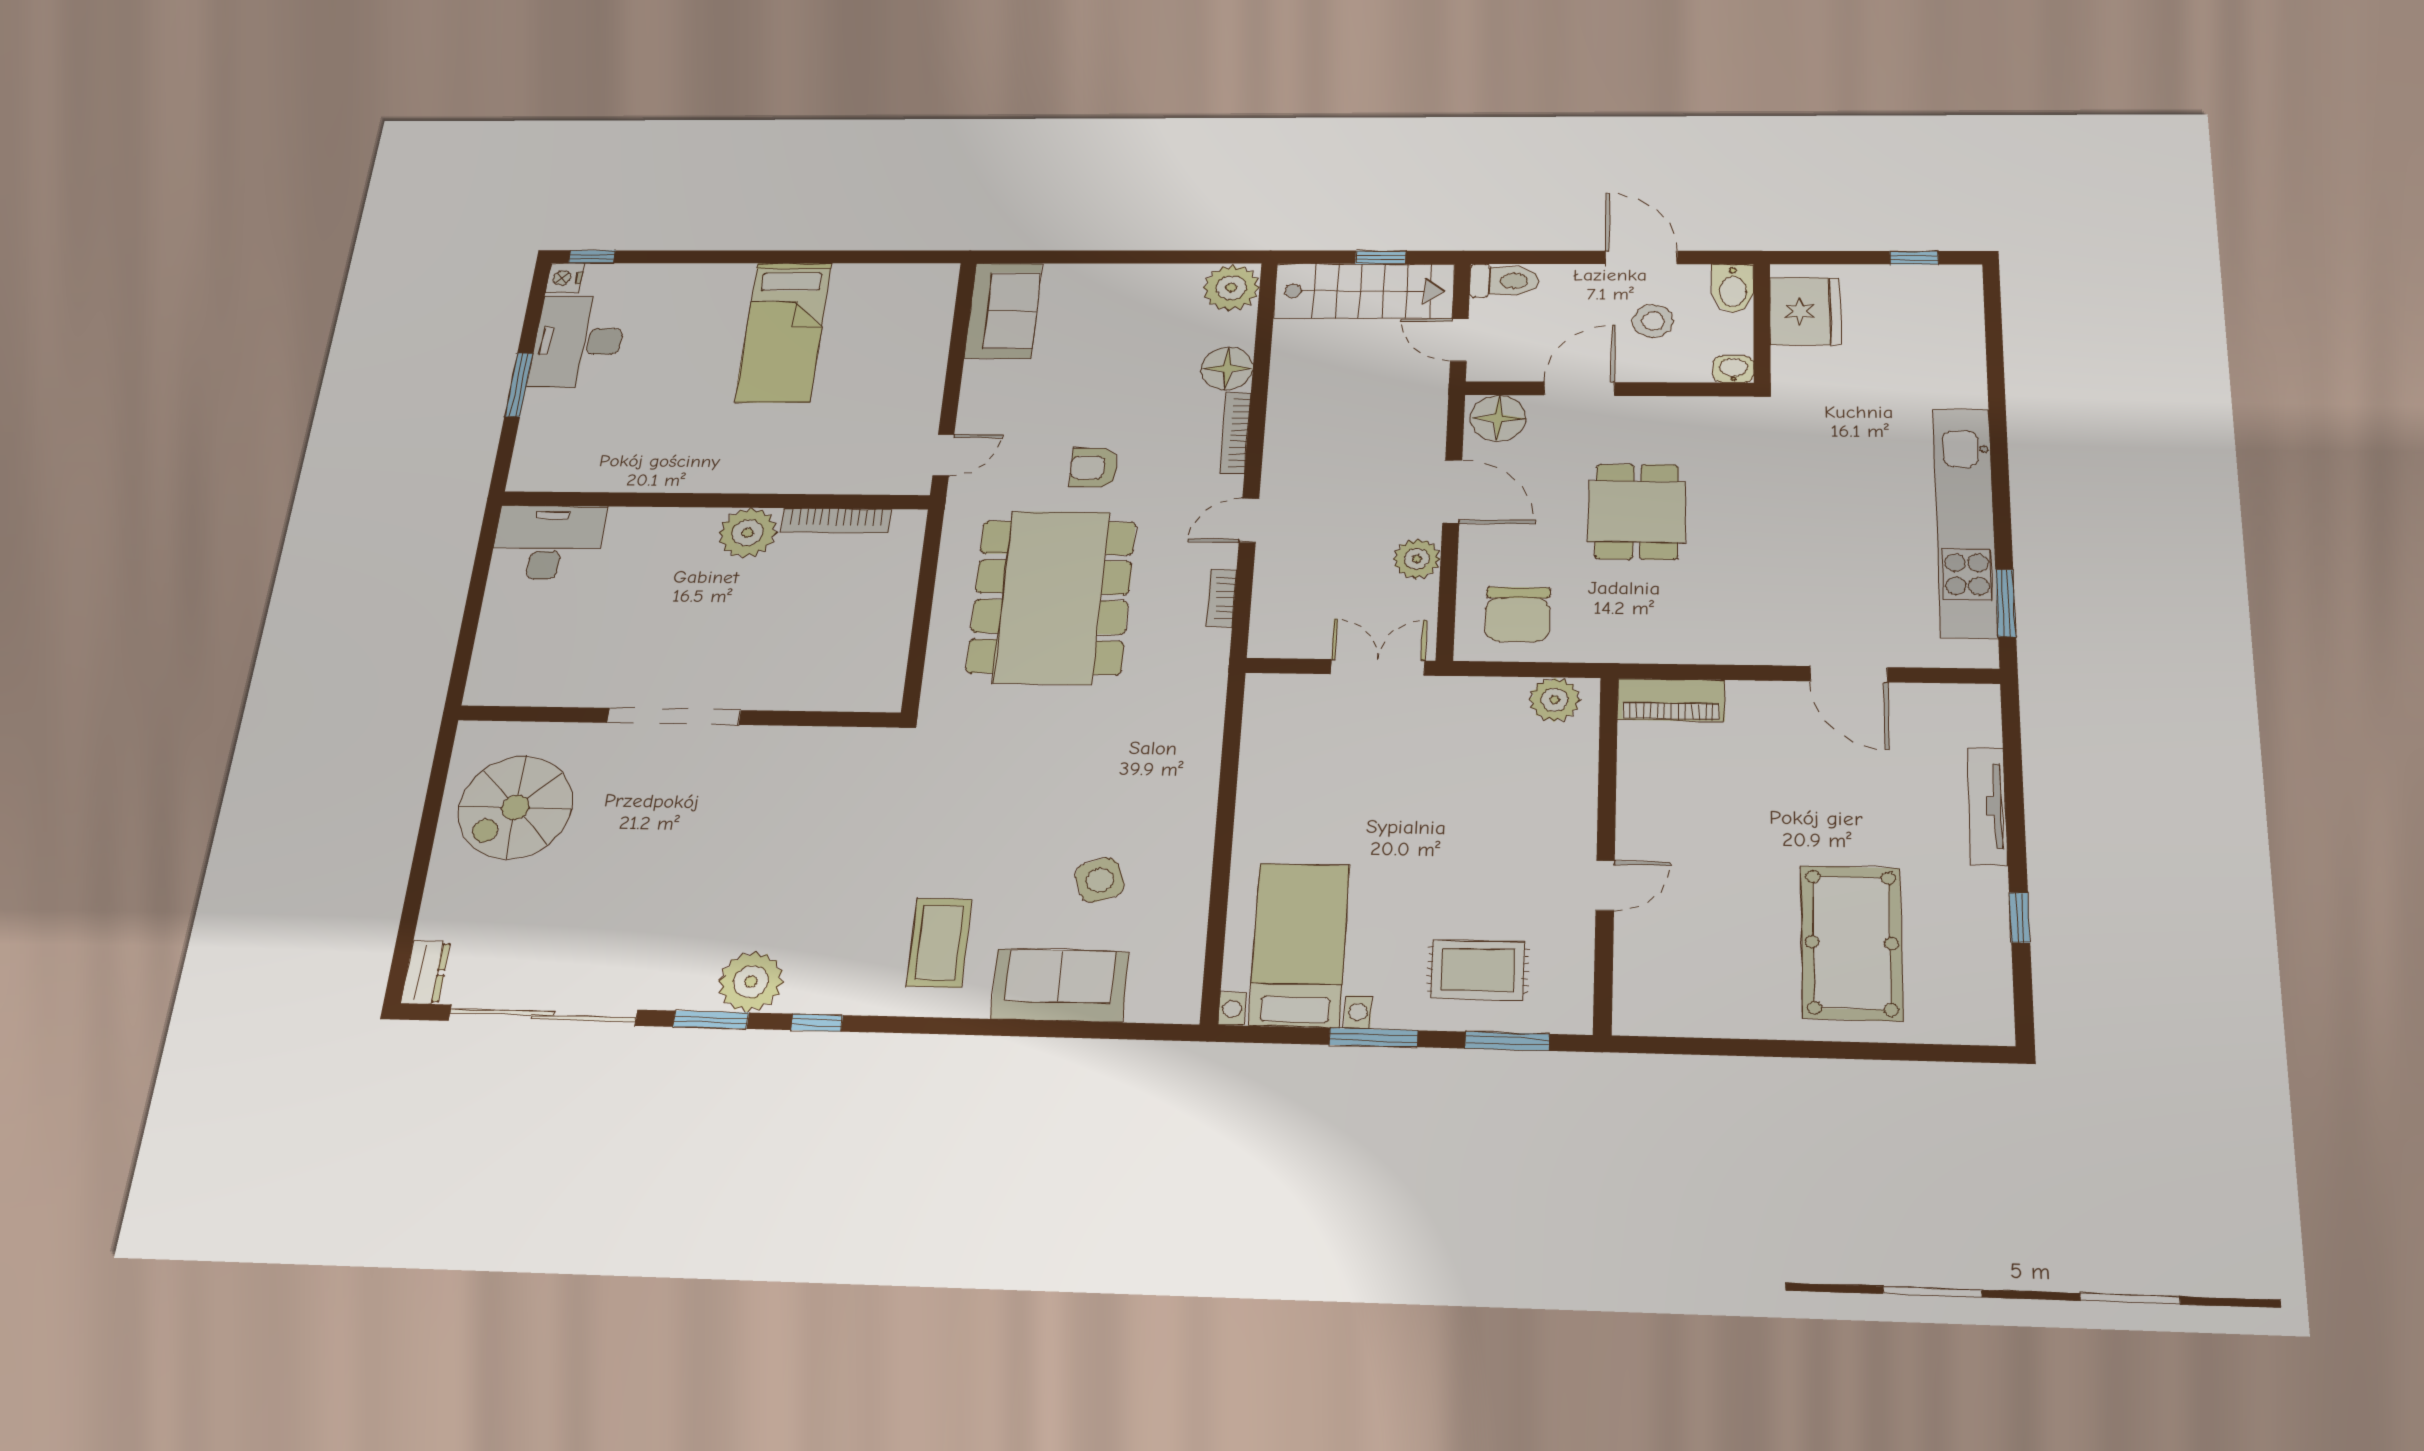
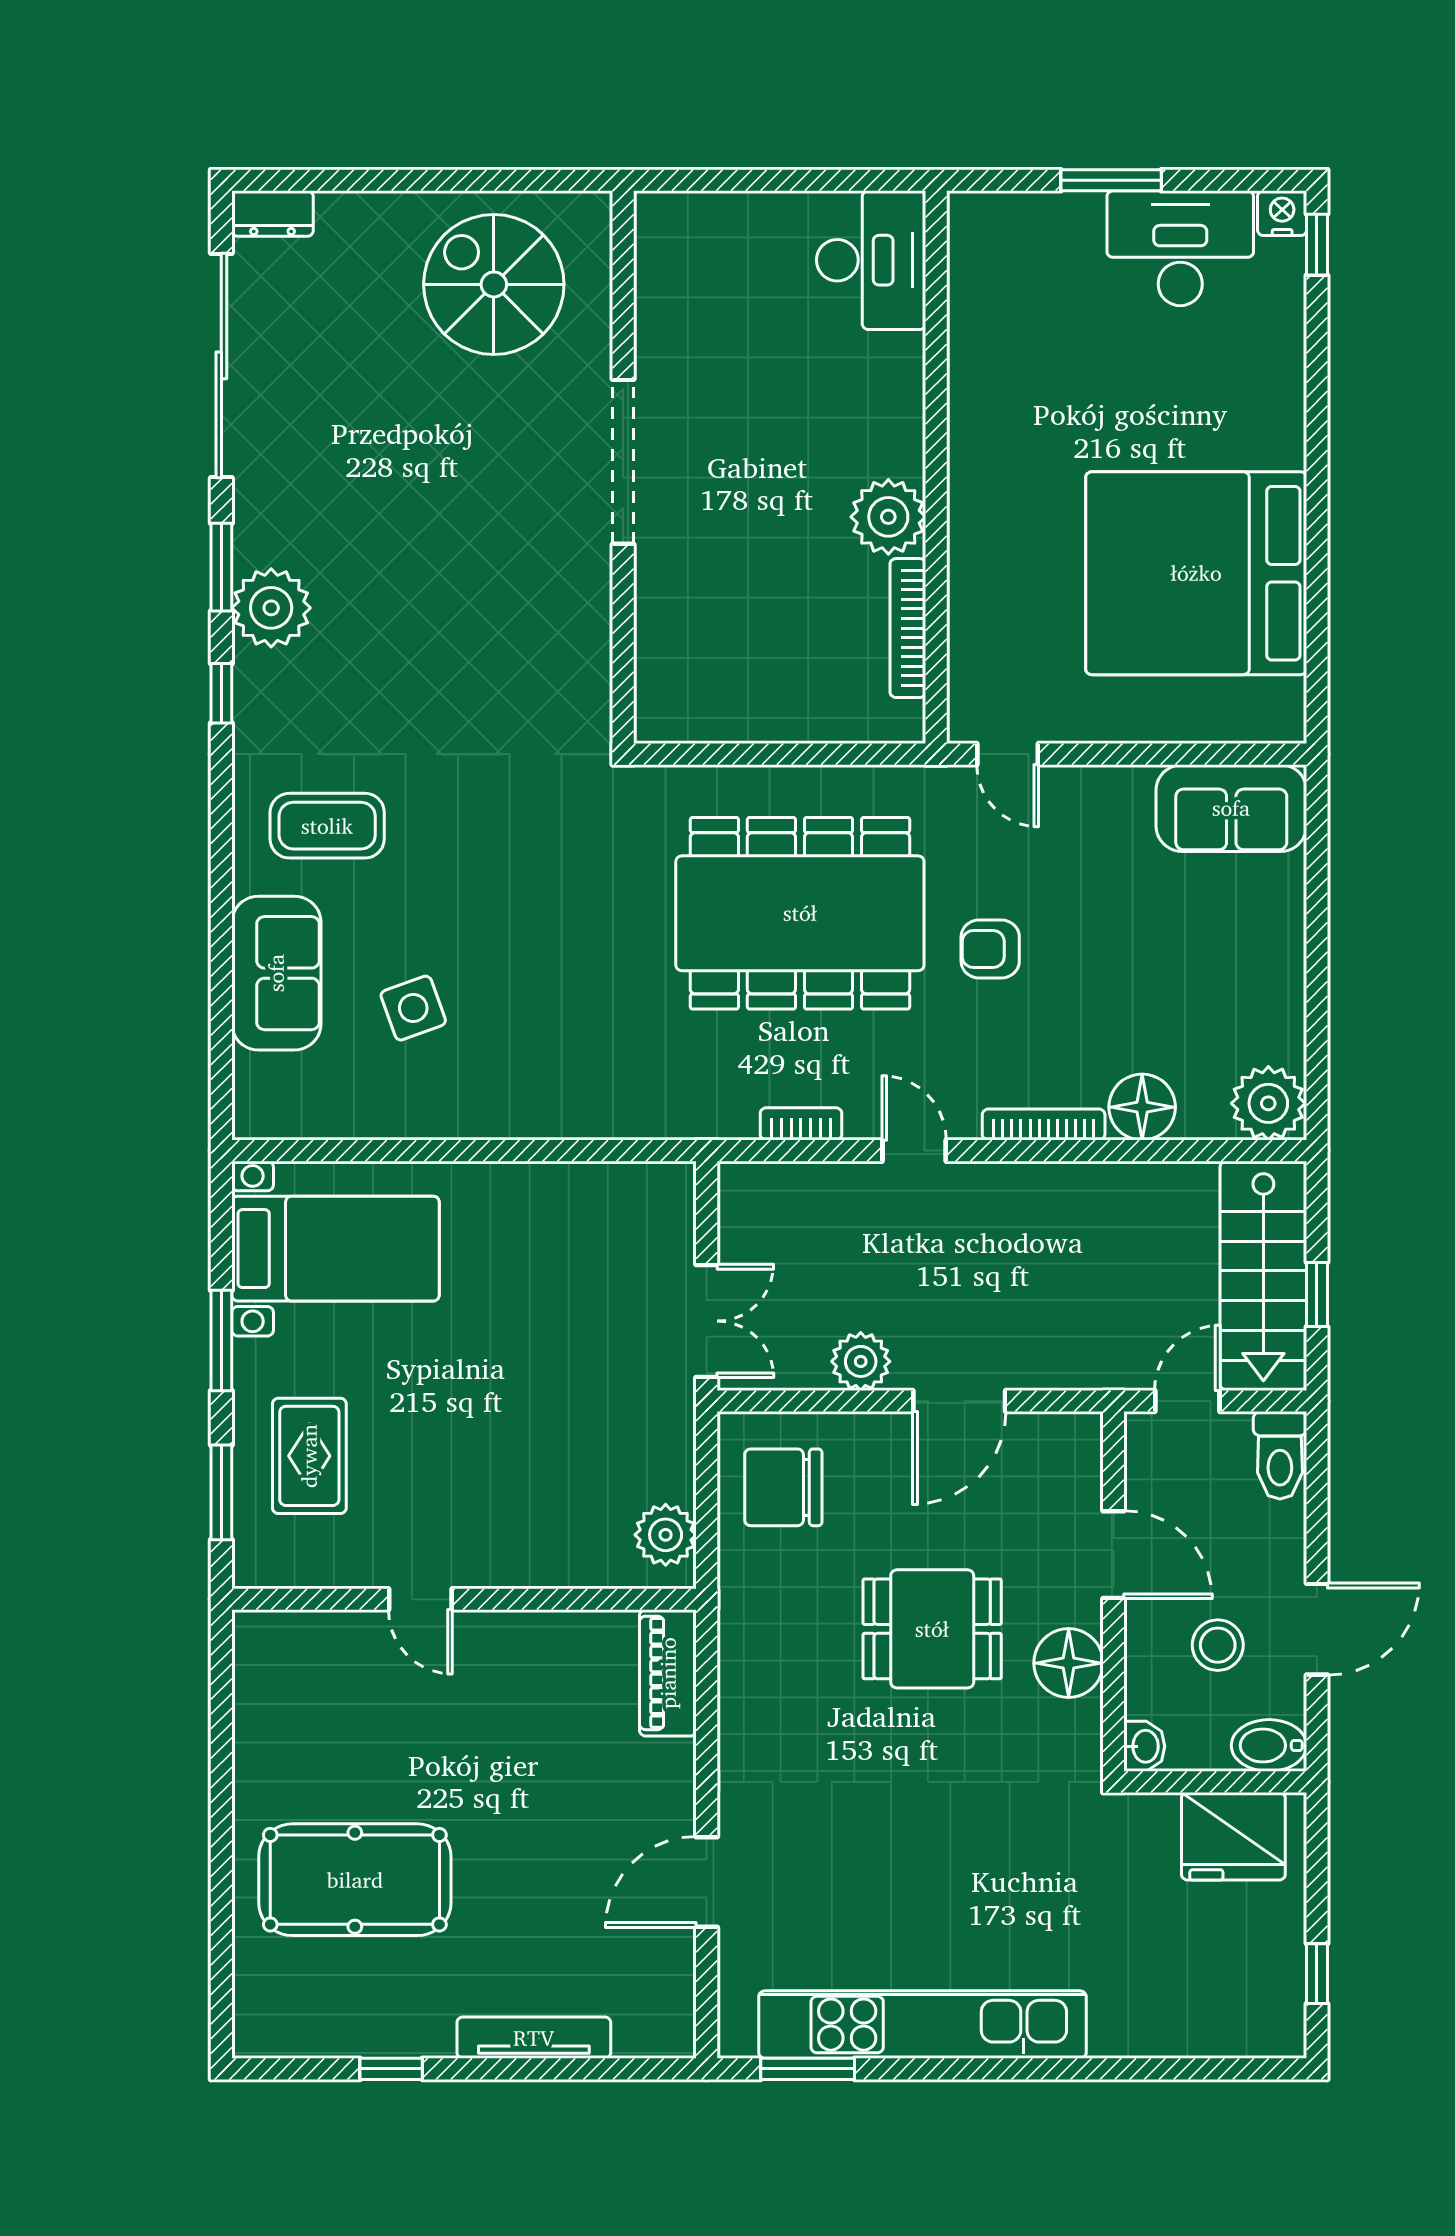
bed: (784, 332) -> (1196, 573), width x2.04
floor lamp: (1498, 418) -> (1069, 1663), moved
armchair: (1094, 468) -> (990, 949), turned -90

